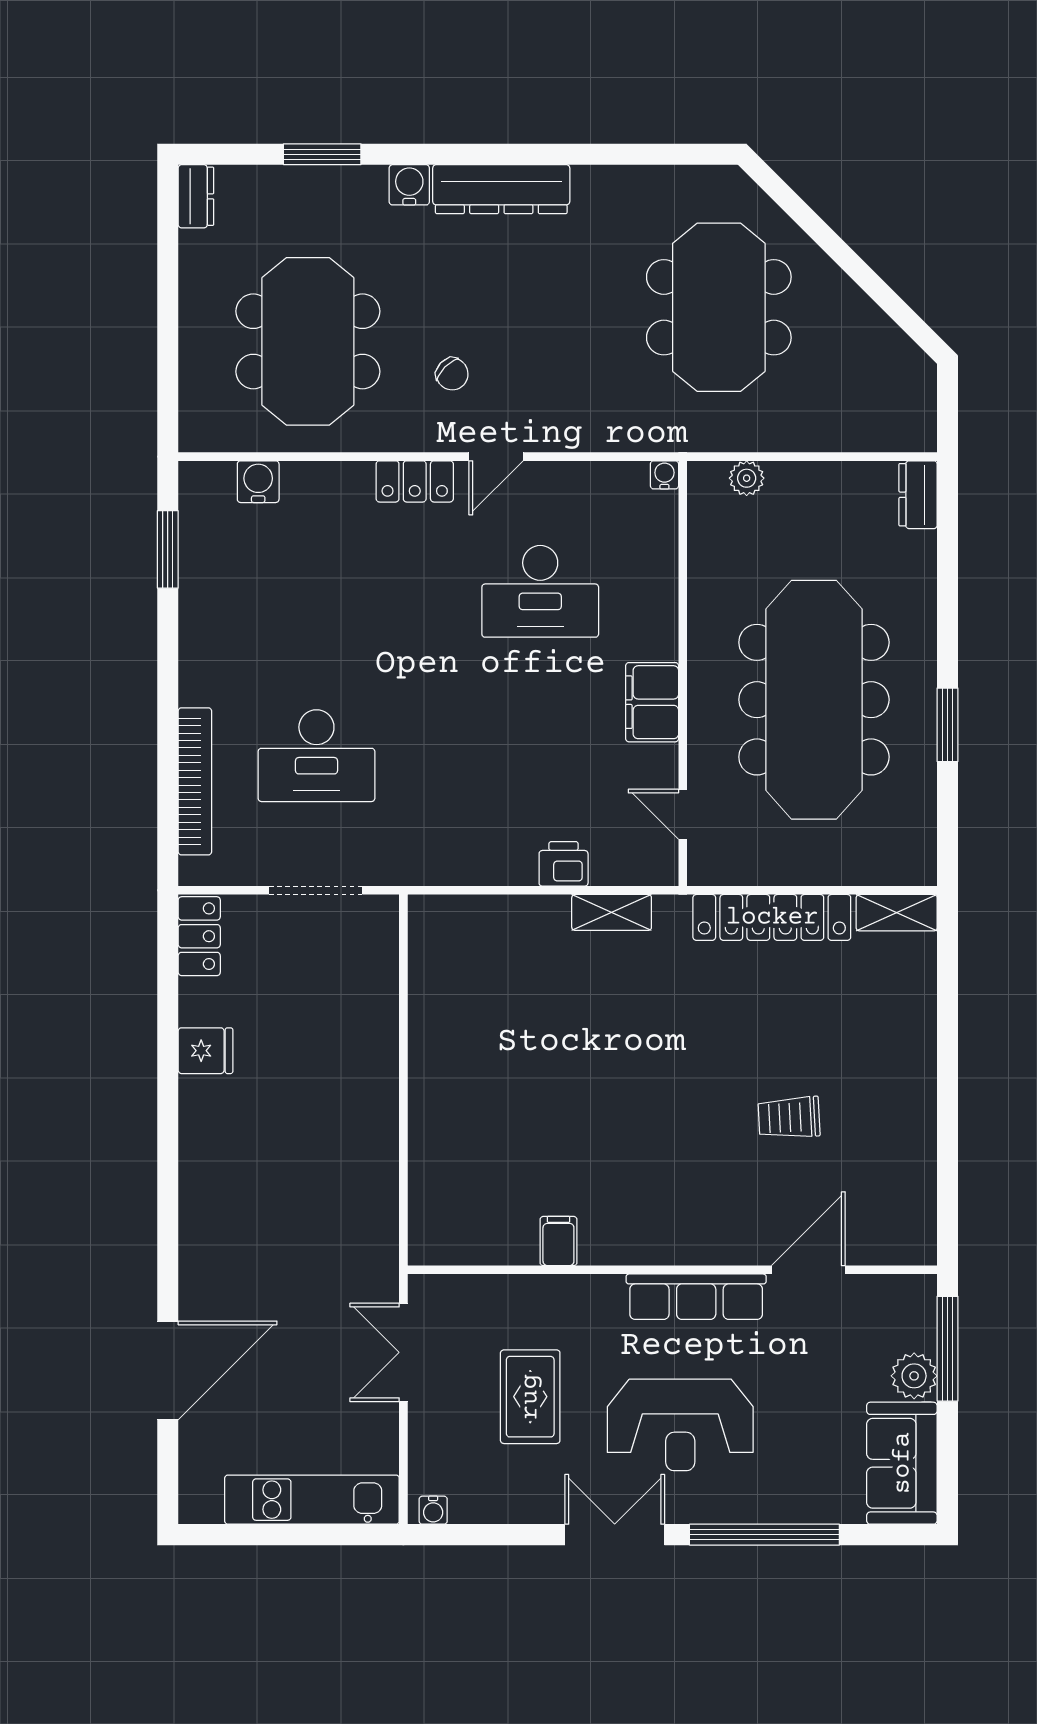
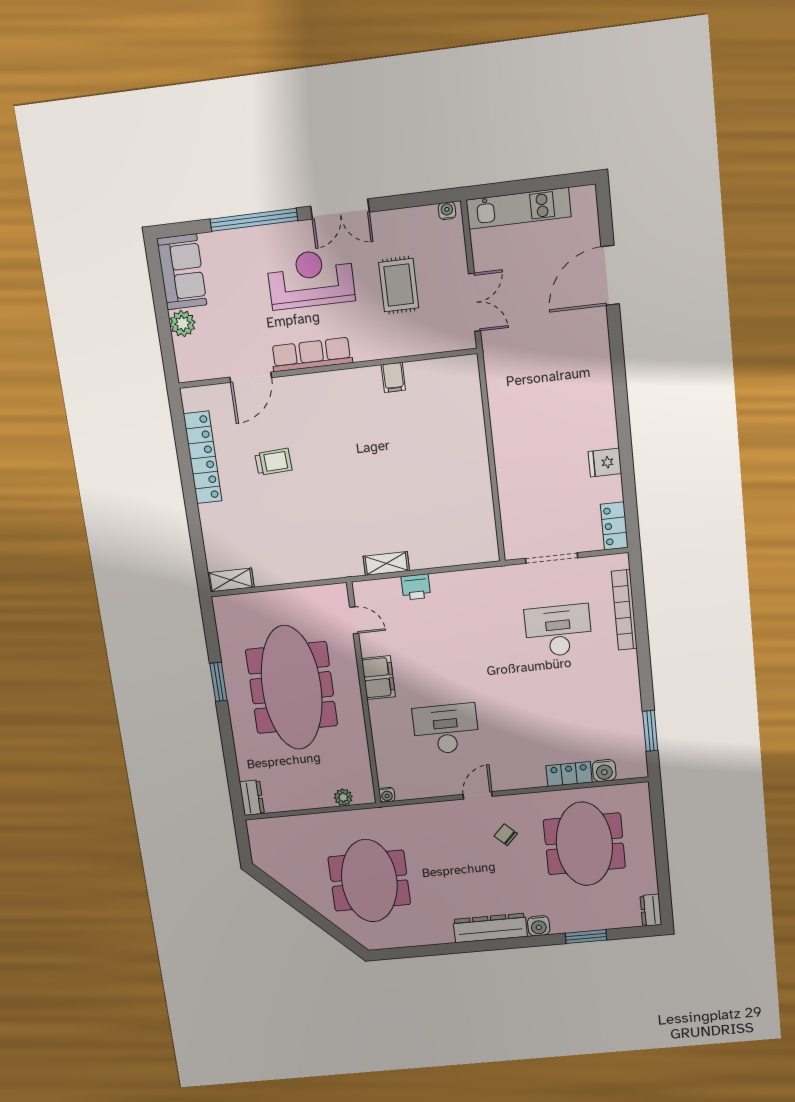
locker: (415, 481) -> (569, 774), moved
locker: (772, 917) -> (203, 457), moved, turned 90
window: (948, 1349) -> (166, 341), removed

